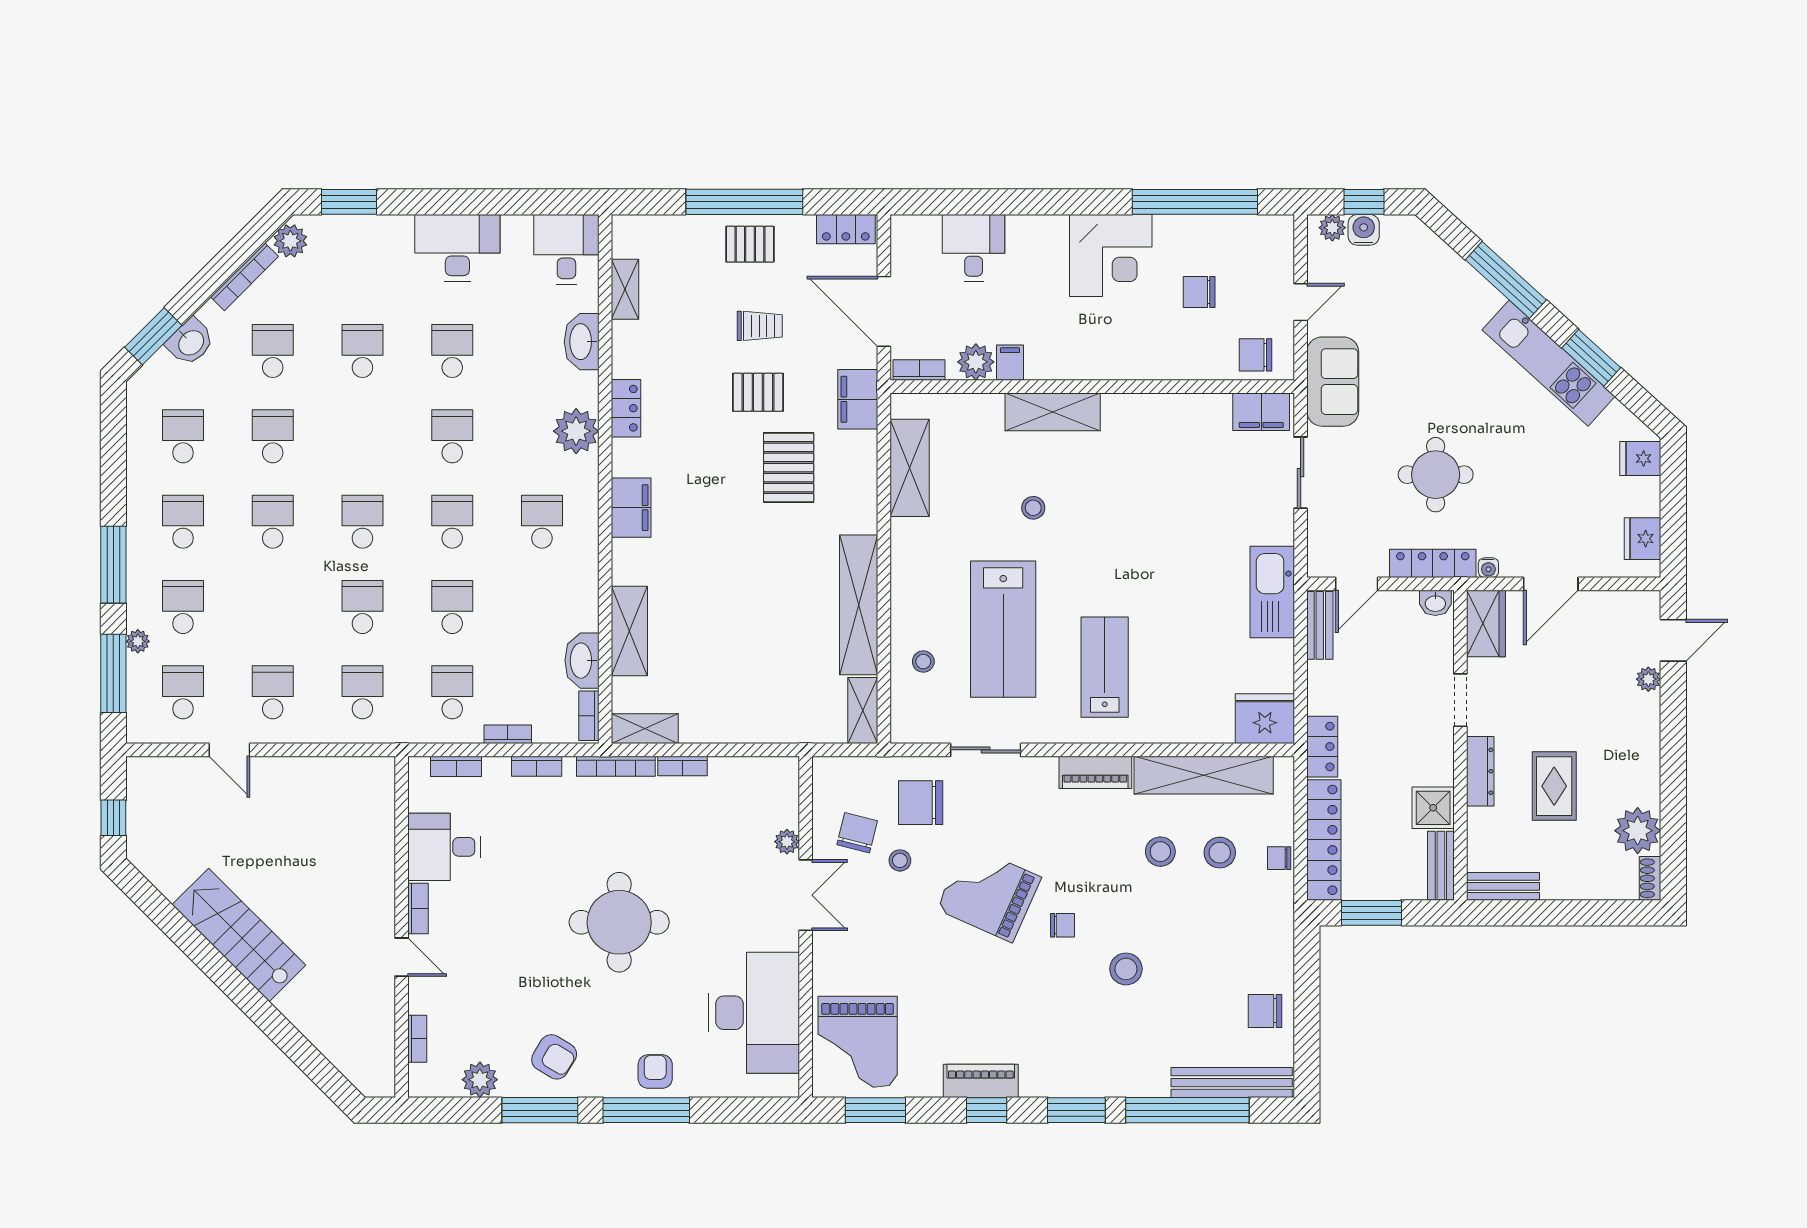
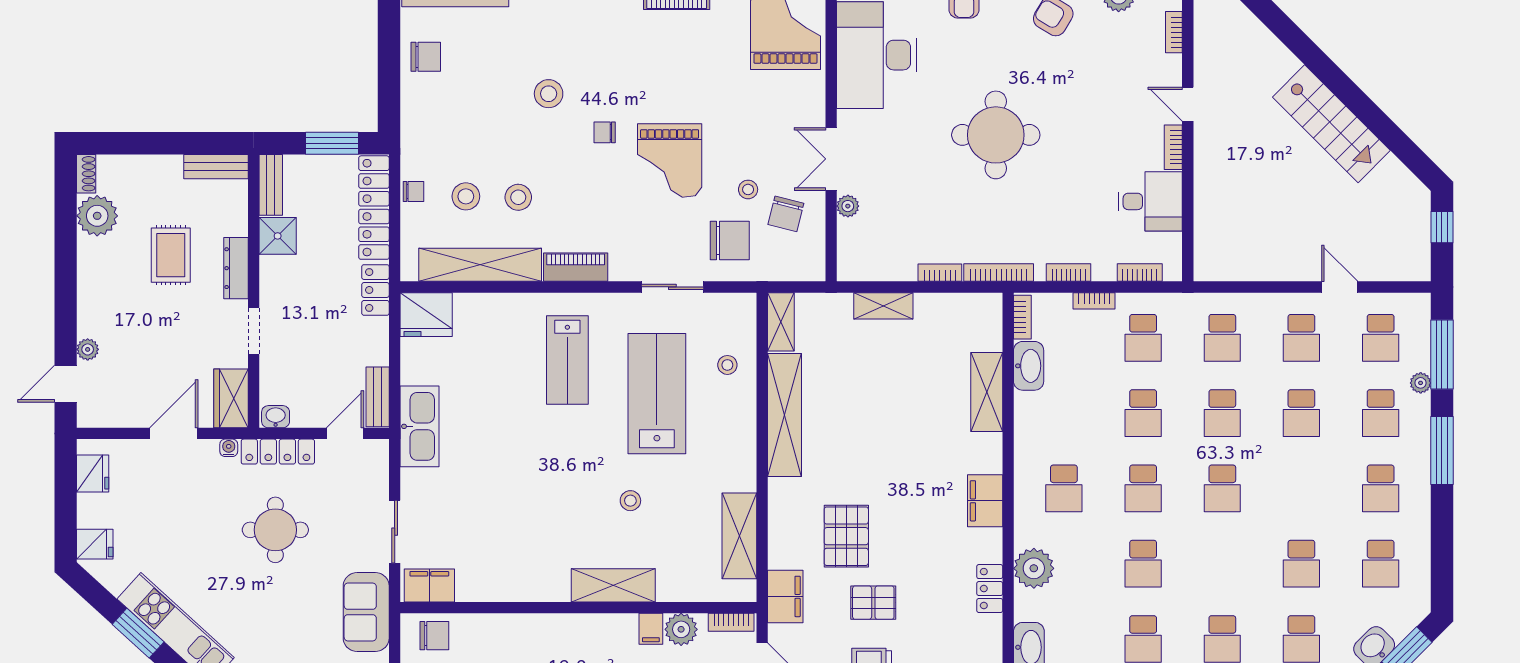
school desk: (273, 522) -> (1301, 413), moved
shelving: (645, 729) -> (883, 306), moved
grand piano: (989, 893) -> (670, 161), turned 66

